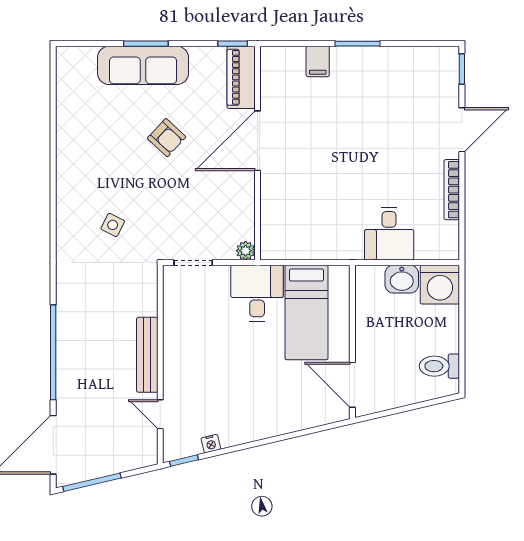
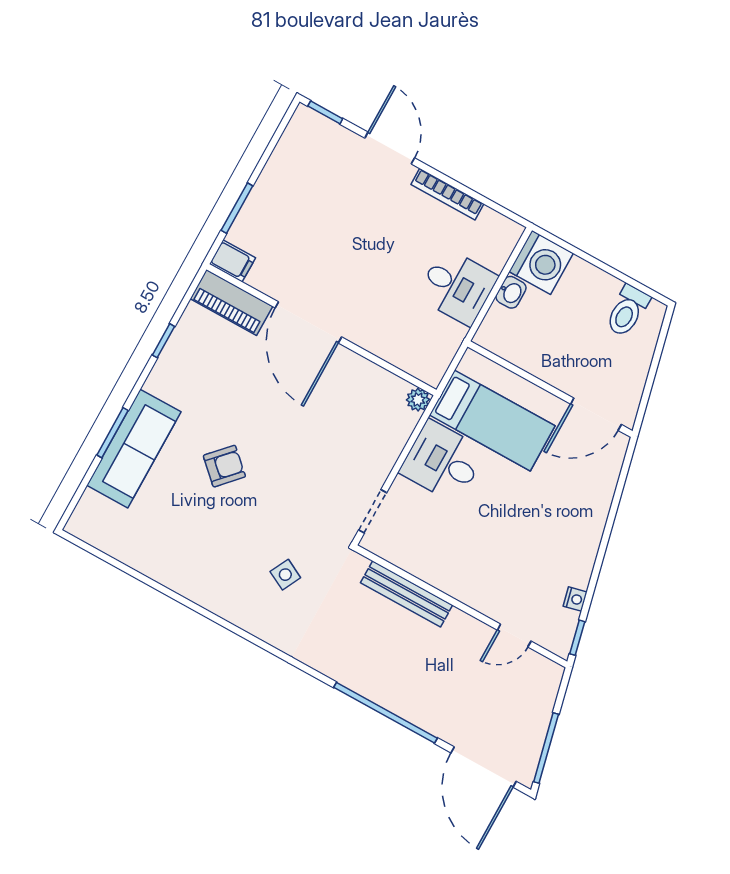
piano: (241, 77) -> (231, 302), moved
door: (258, 141) -> (308, 322), moved
wall: (258, 153) -> (321, 330), moved
plant: (246, 251) -> (418, 400), moved
washbasin: (402, 279) -> (511, 292), width x0.72, depth x0.69
bench: (147, 355) -> (407, 594), moved

